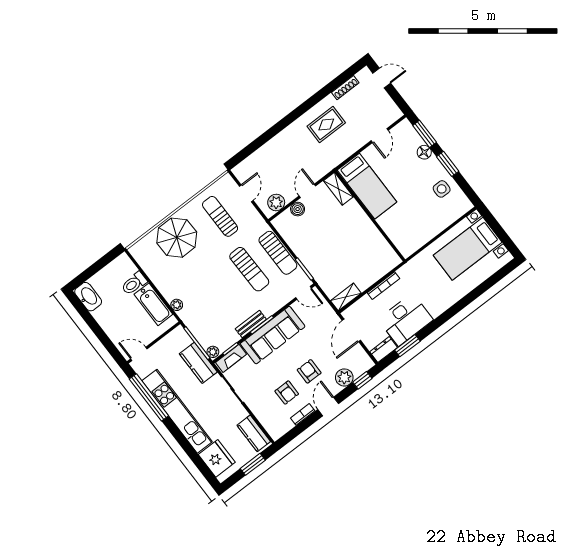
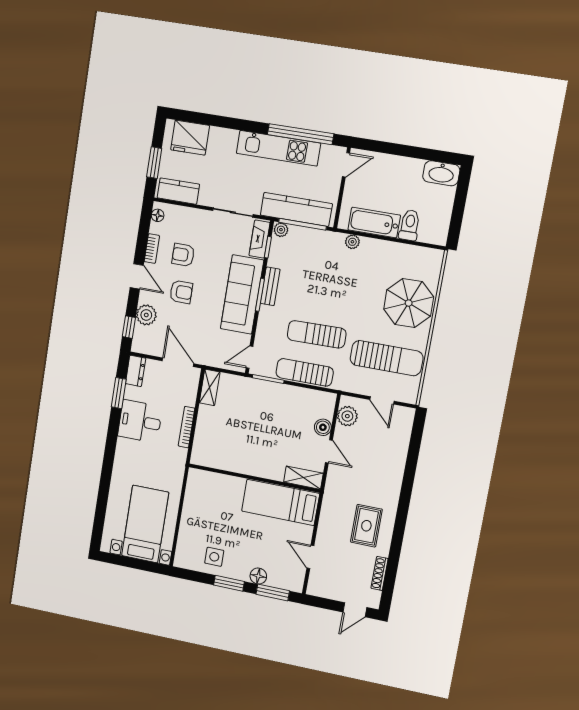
sun lounger: (220, 216) -> (387, 358), width x1.36, depth x1.34
desk: (406, 320) -> (140, 421), width x0.73
kitchen counter: (198, 363) -> (296, 209), width x1.50
kitchen unit: (177, 411) -> (278, 148), width x0.73
floor lamp: (280, 431) -> (158, 215), added

